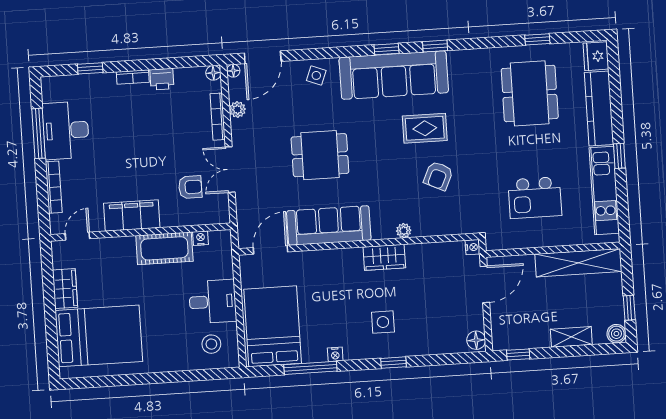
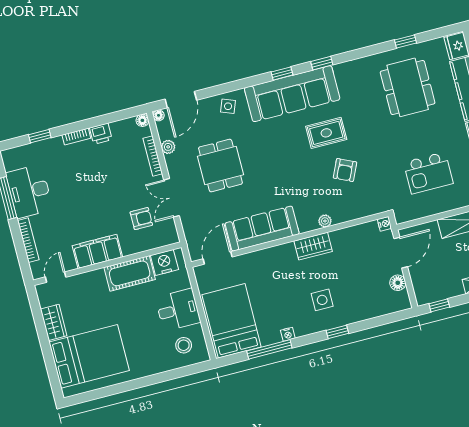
dining table: (320, 155) -> (220, 166), moved, turned 90
nightstand: (201, 238) -> (164, 262), width x1.89, depth x1.79
floor lamp: (476, 340) -> (398, 283), moved

